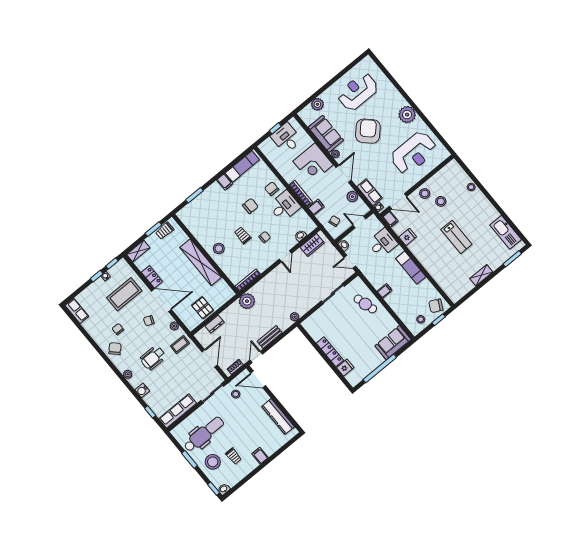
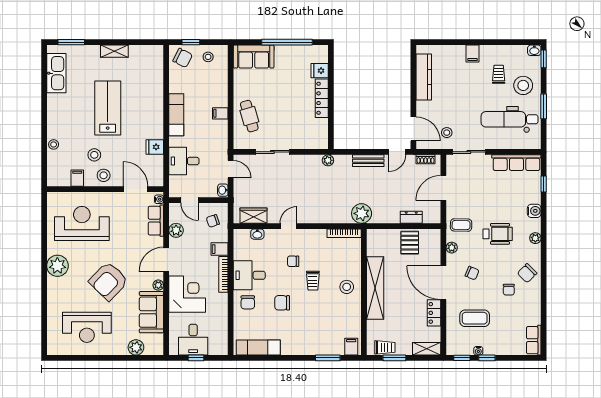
filing cabinet: (225, 182) -> (351, 347), moved
filing cabinet: (390, 219) -> (77, 178), moved
lab bench: (456, 237) -> (108, 108), width x1.36, depth x1.39
coffee table: (124, 294) -> (475, 318), width x0.73, depth x0.76

